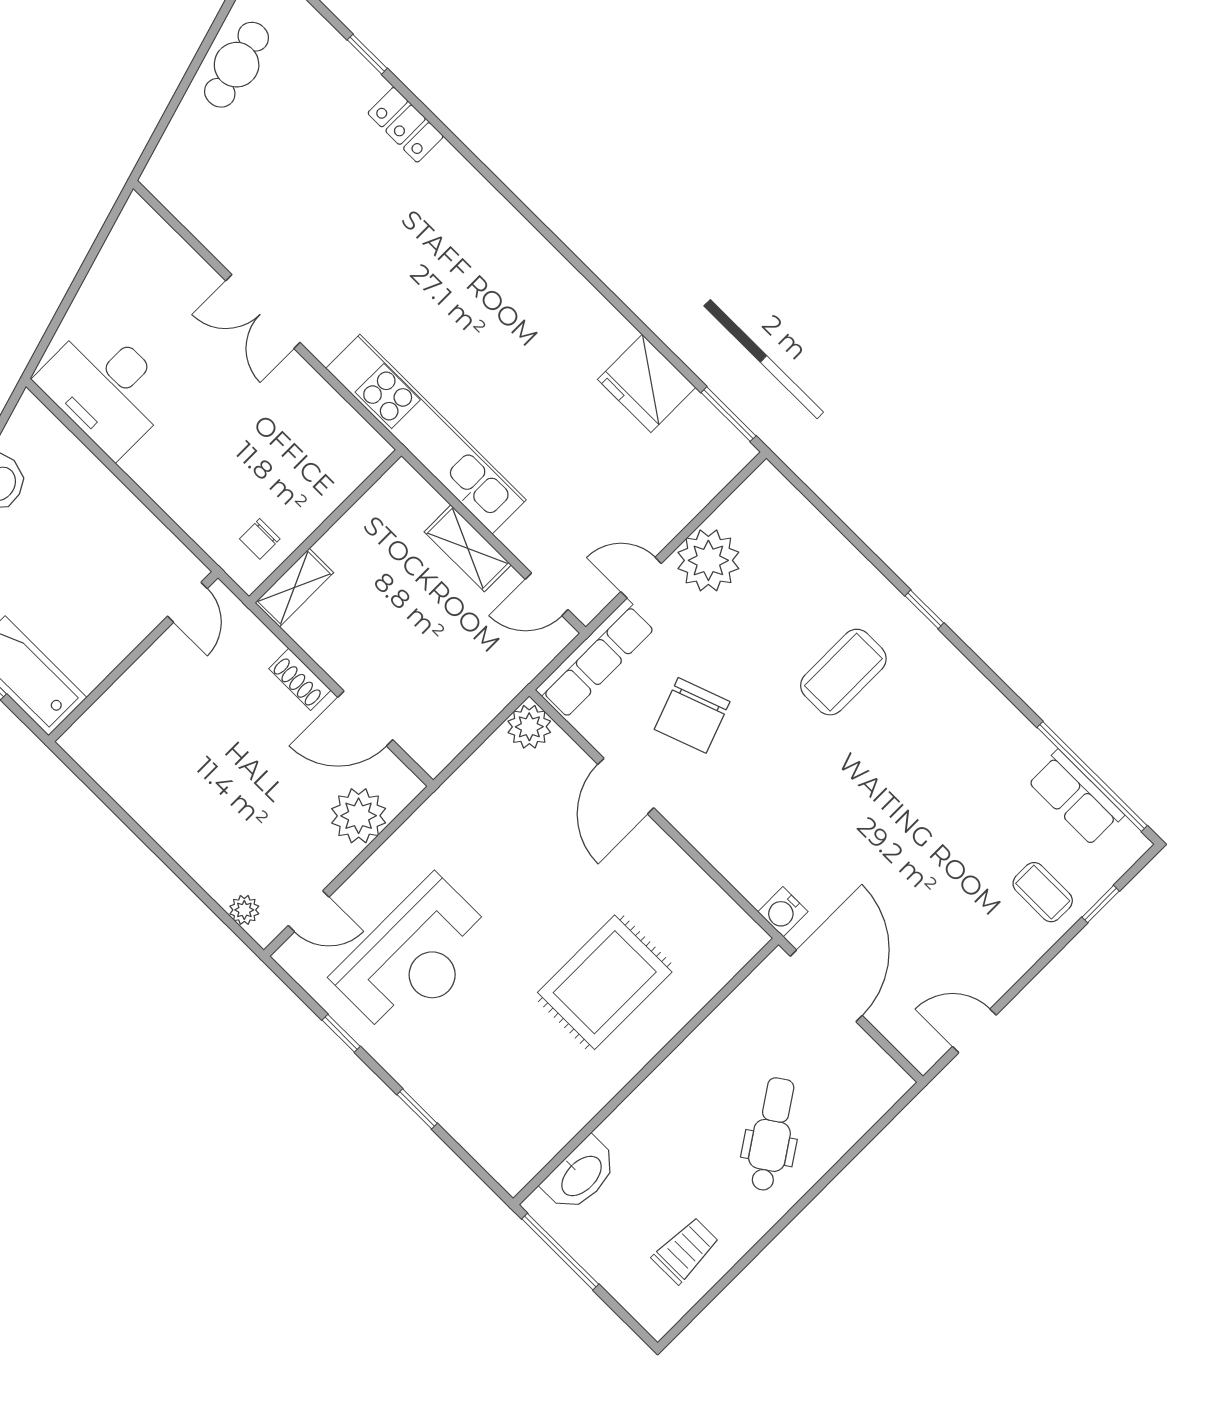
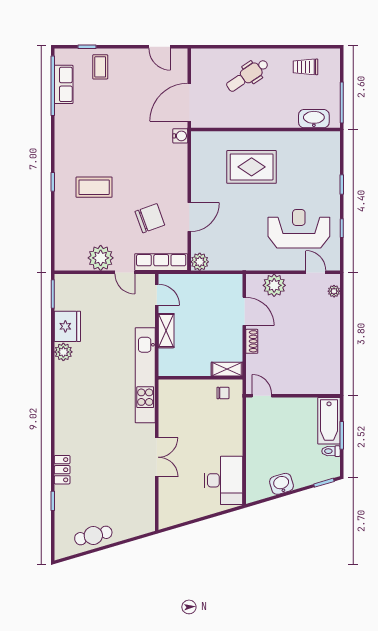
plant: (609, 332) -> (63, 352), added
door: (187, 602) -> (262, 396), hinge flipped

